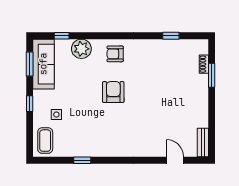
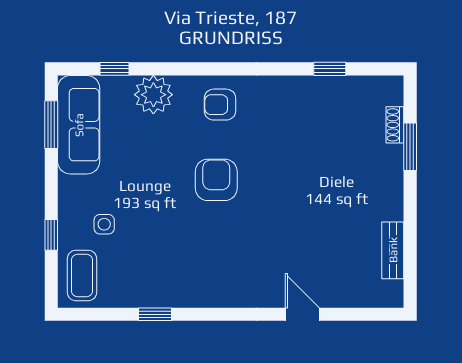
window: (30, 104) -> (51, 235), moved
bench: (203, 142) -> (393, 250), moved
door: (175, 160) -> (302, 314), moved

